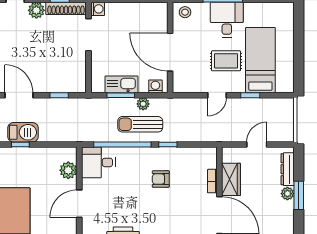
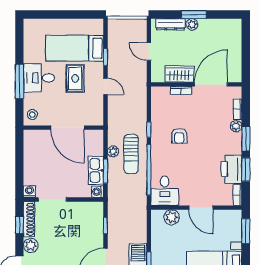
door: (170, 52) -> (68, 128), hinge flipped
washing machine: (155, 86) -> (98, 192), moved

